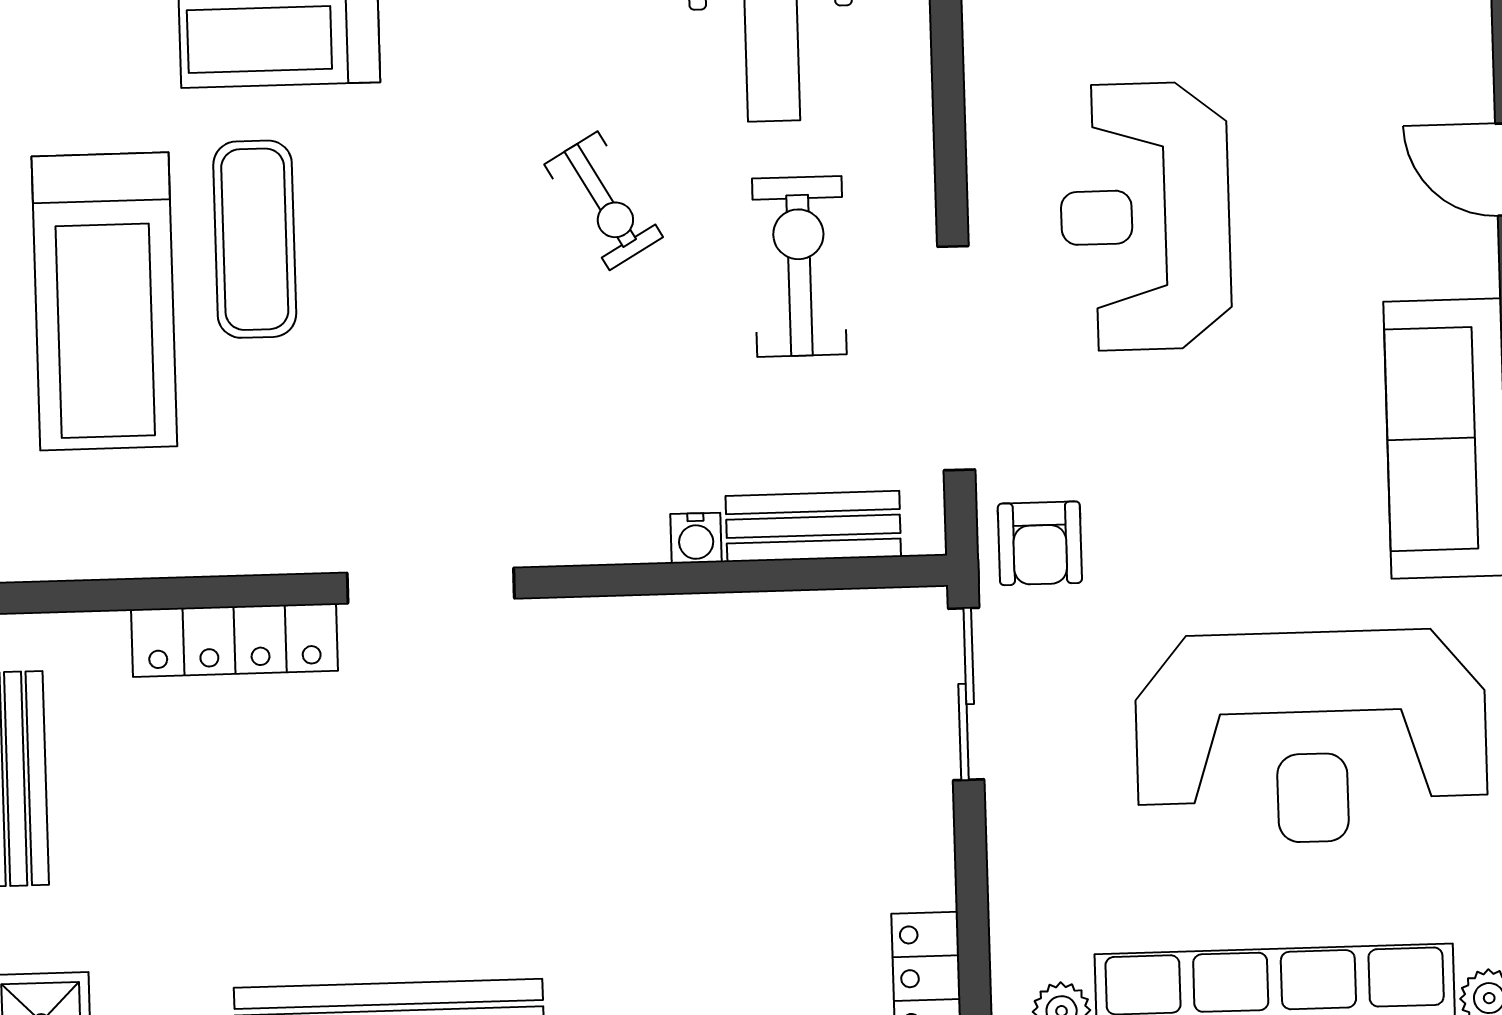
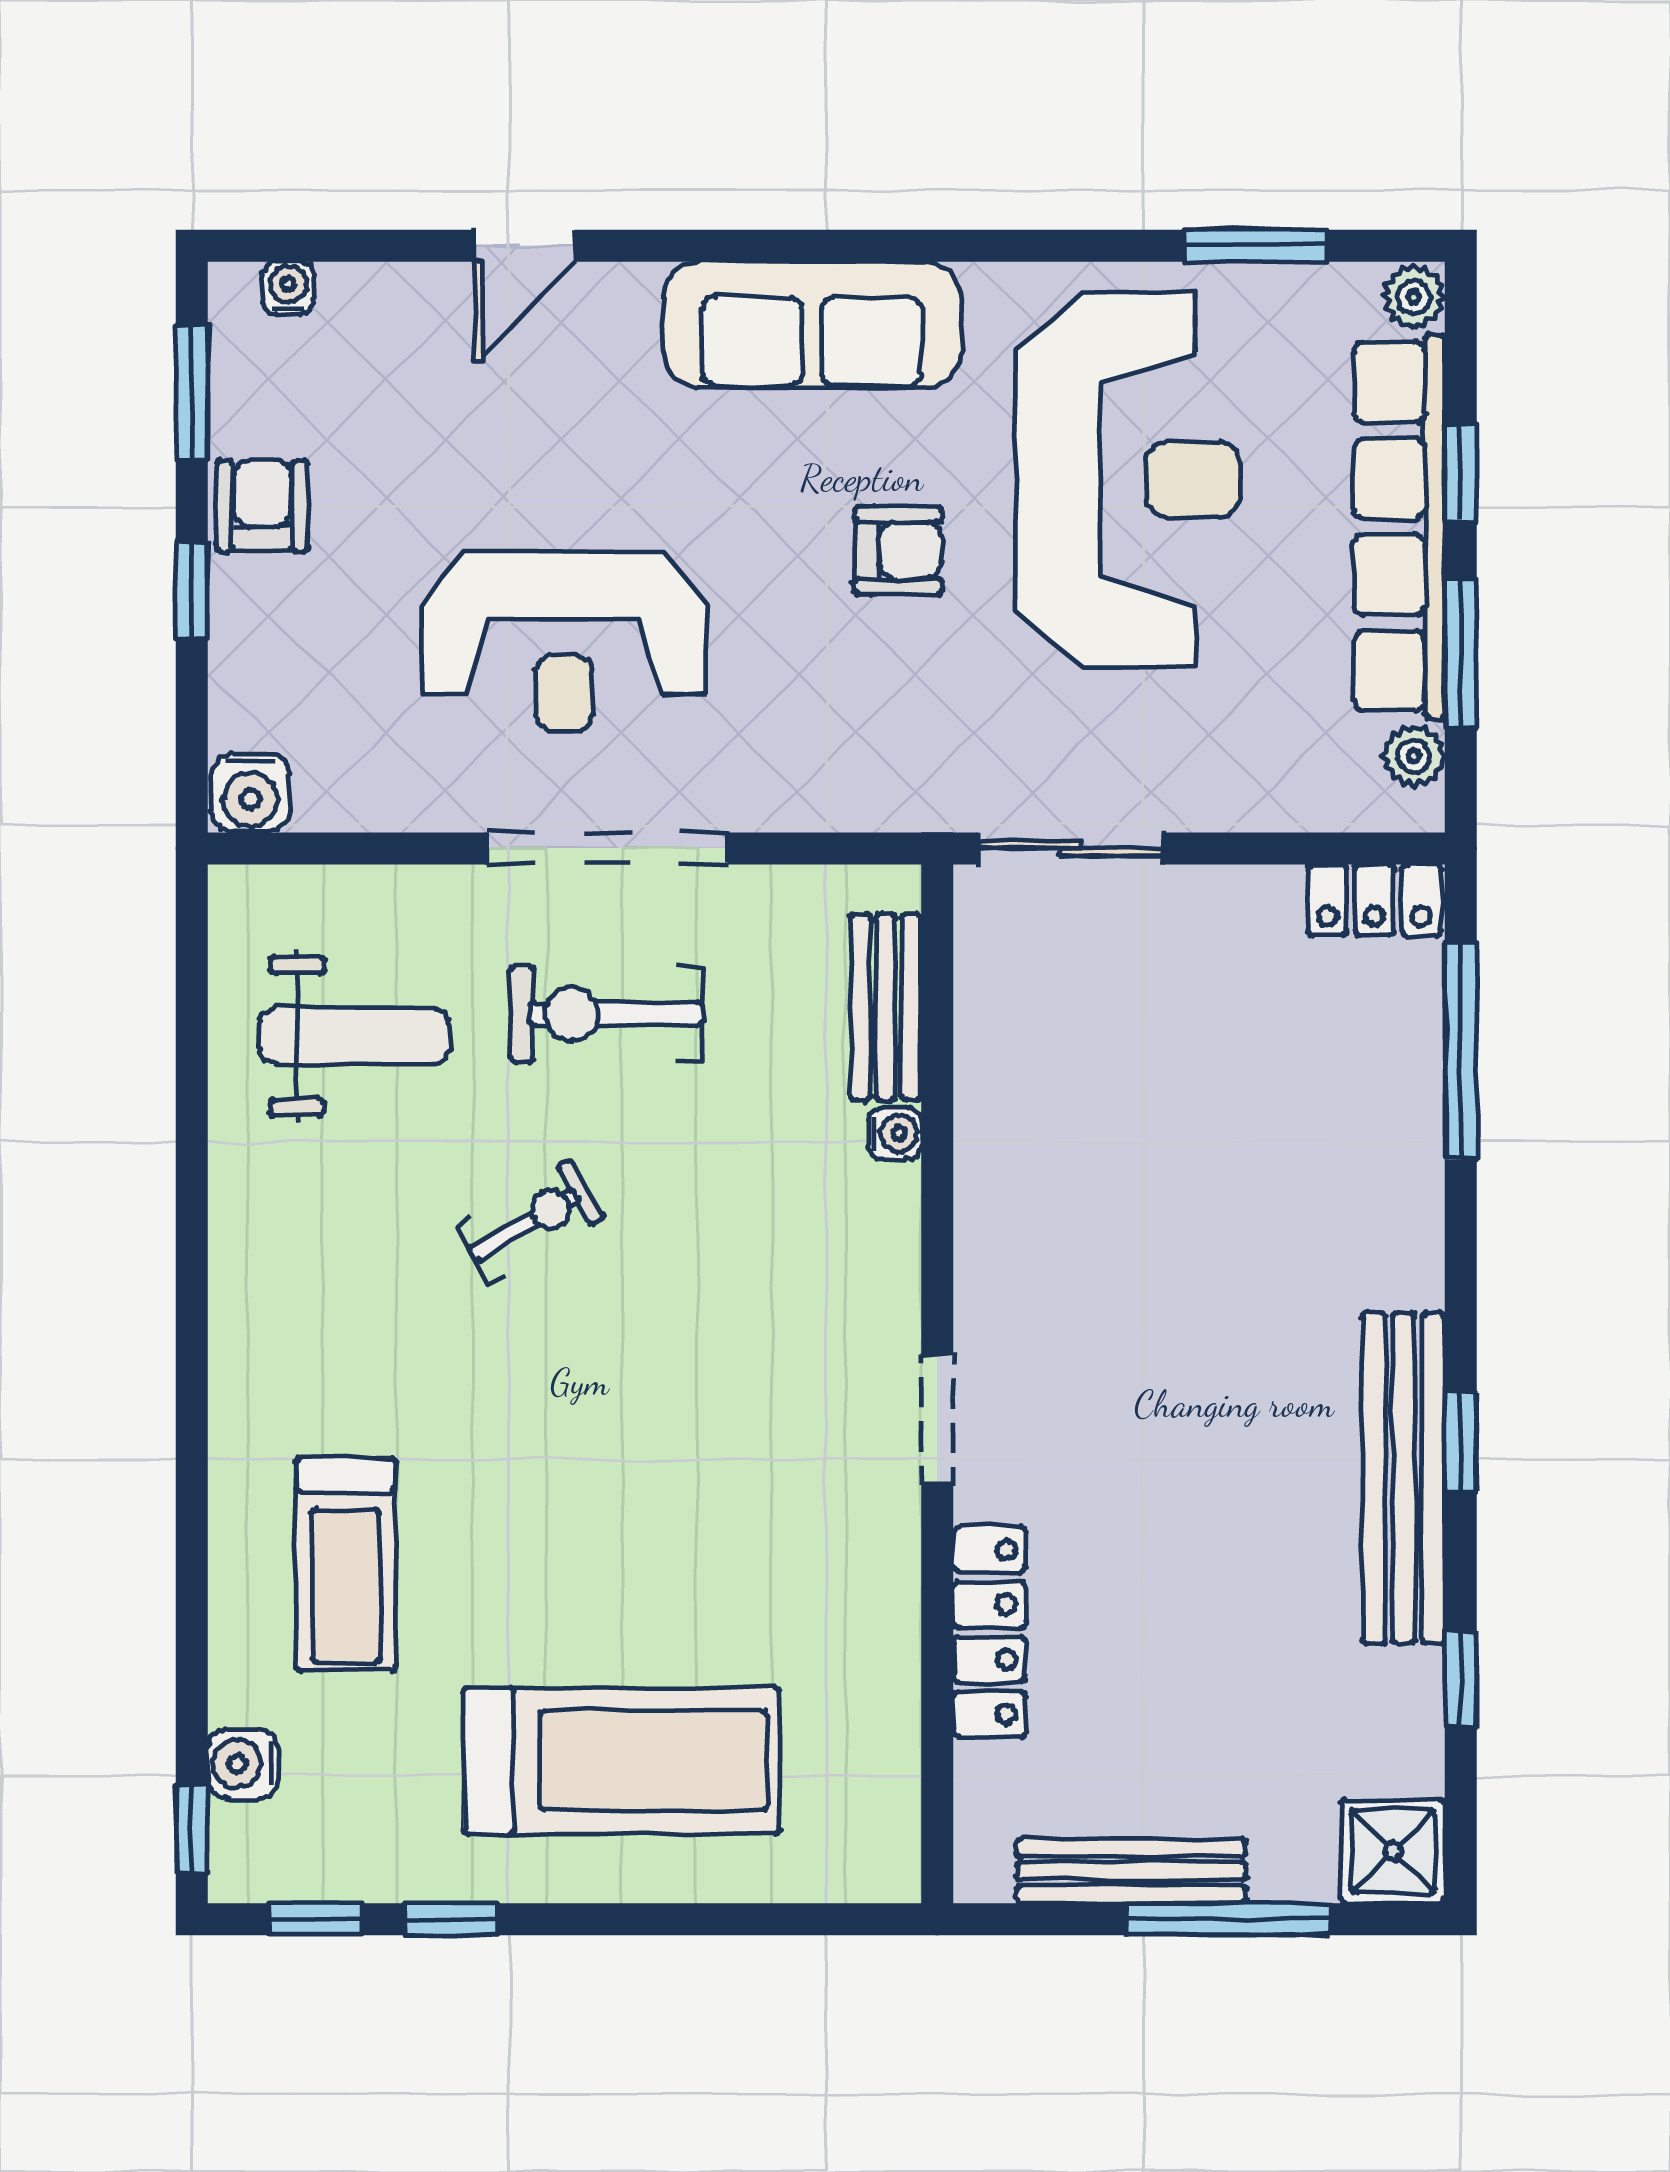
exercise mat: (255, 239) -> (560, 1597), removed
doorway: (956, 358) -> (607, 848), moved
armchair: (1040, 543) -> (898, 550), moved
doorway: (431, 586) -> (937, 1420), width x0.73

